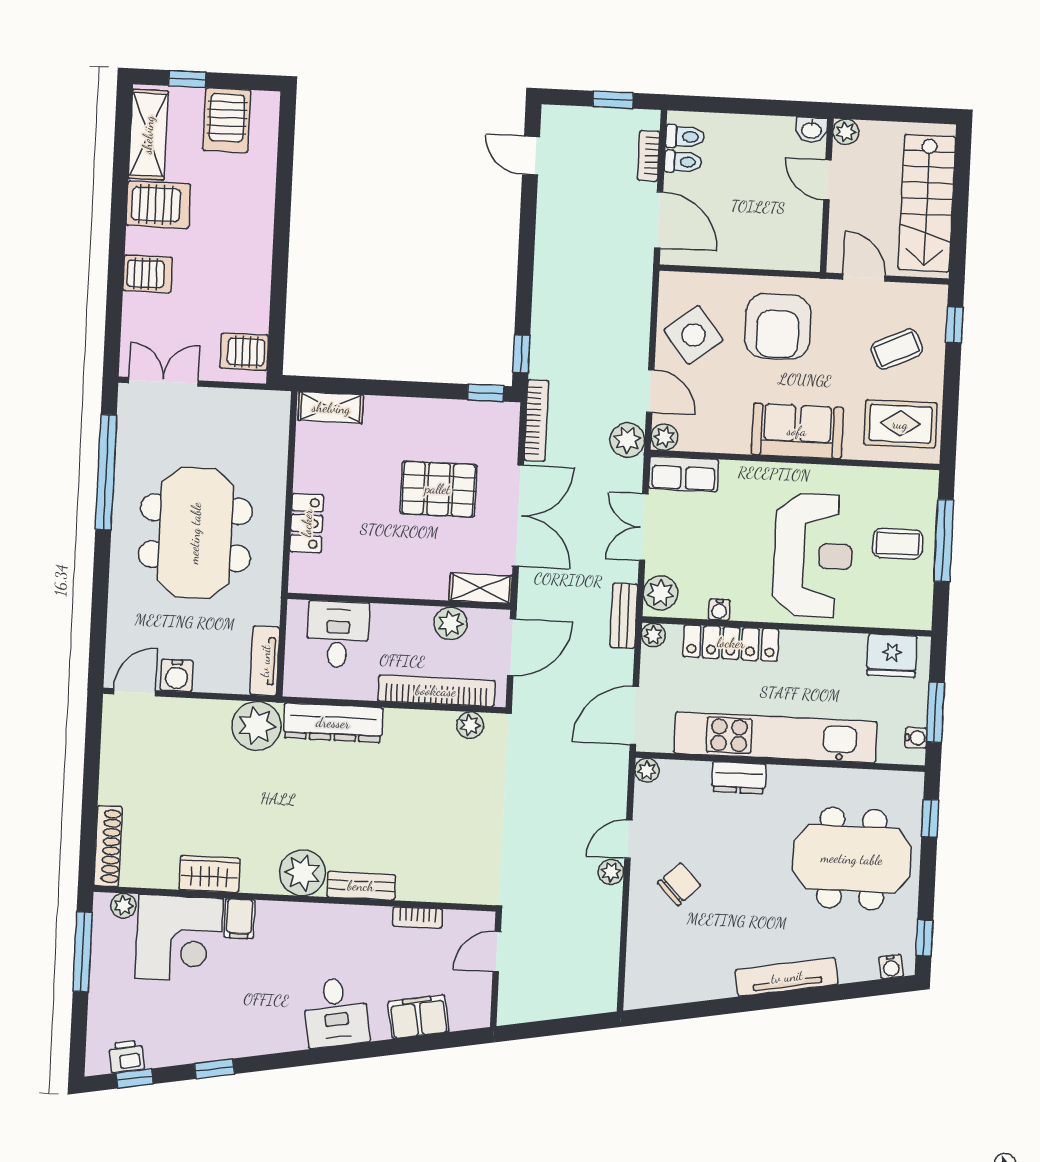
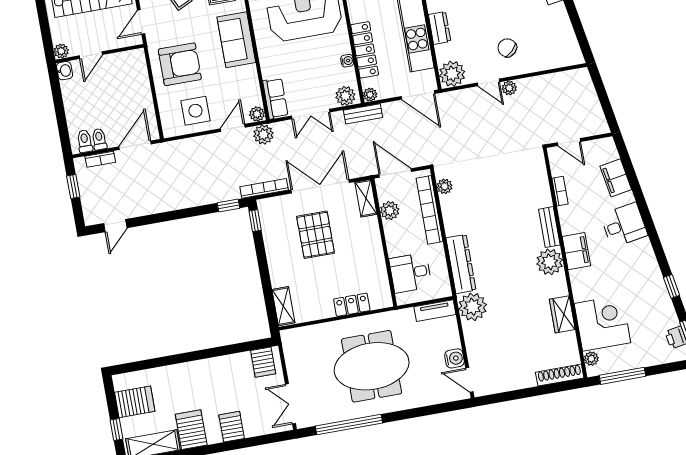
side table: (694, 335) -> (195, 111), turned 38
plant: (647, 770) -> (452, 74), width x1.88, depth x1.88
filing cabinet: (239, 919) -> (576, 251), moved, width x2.00

